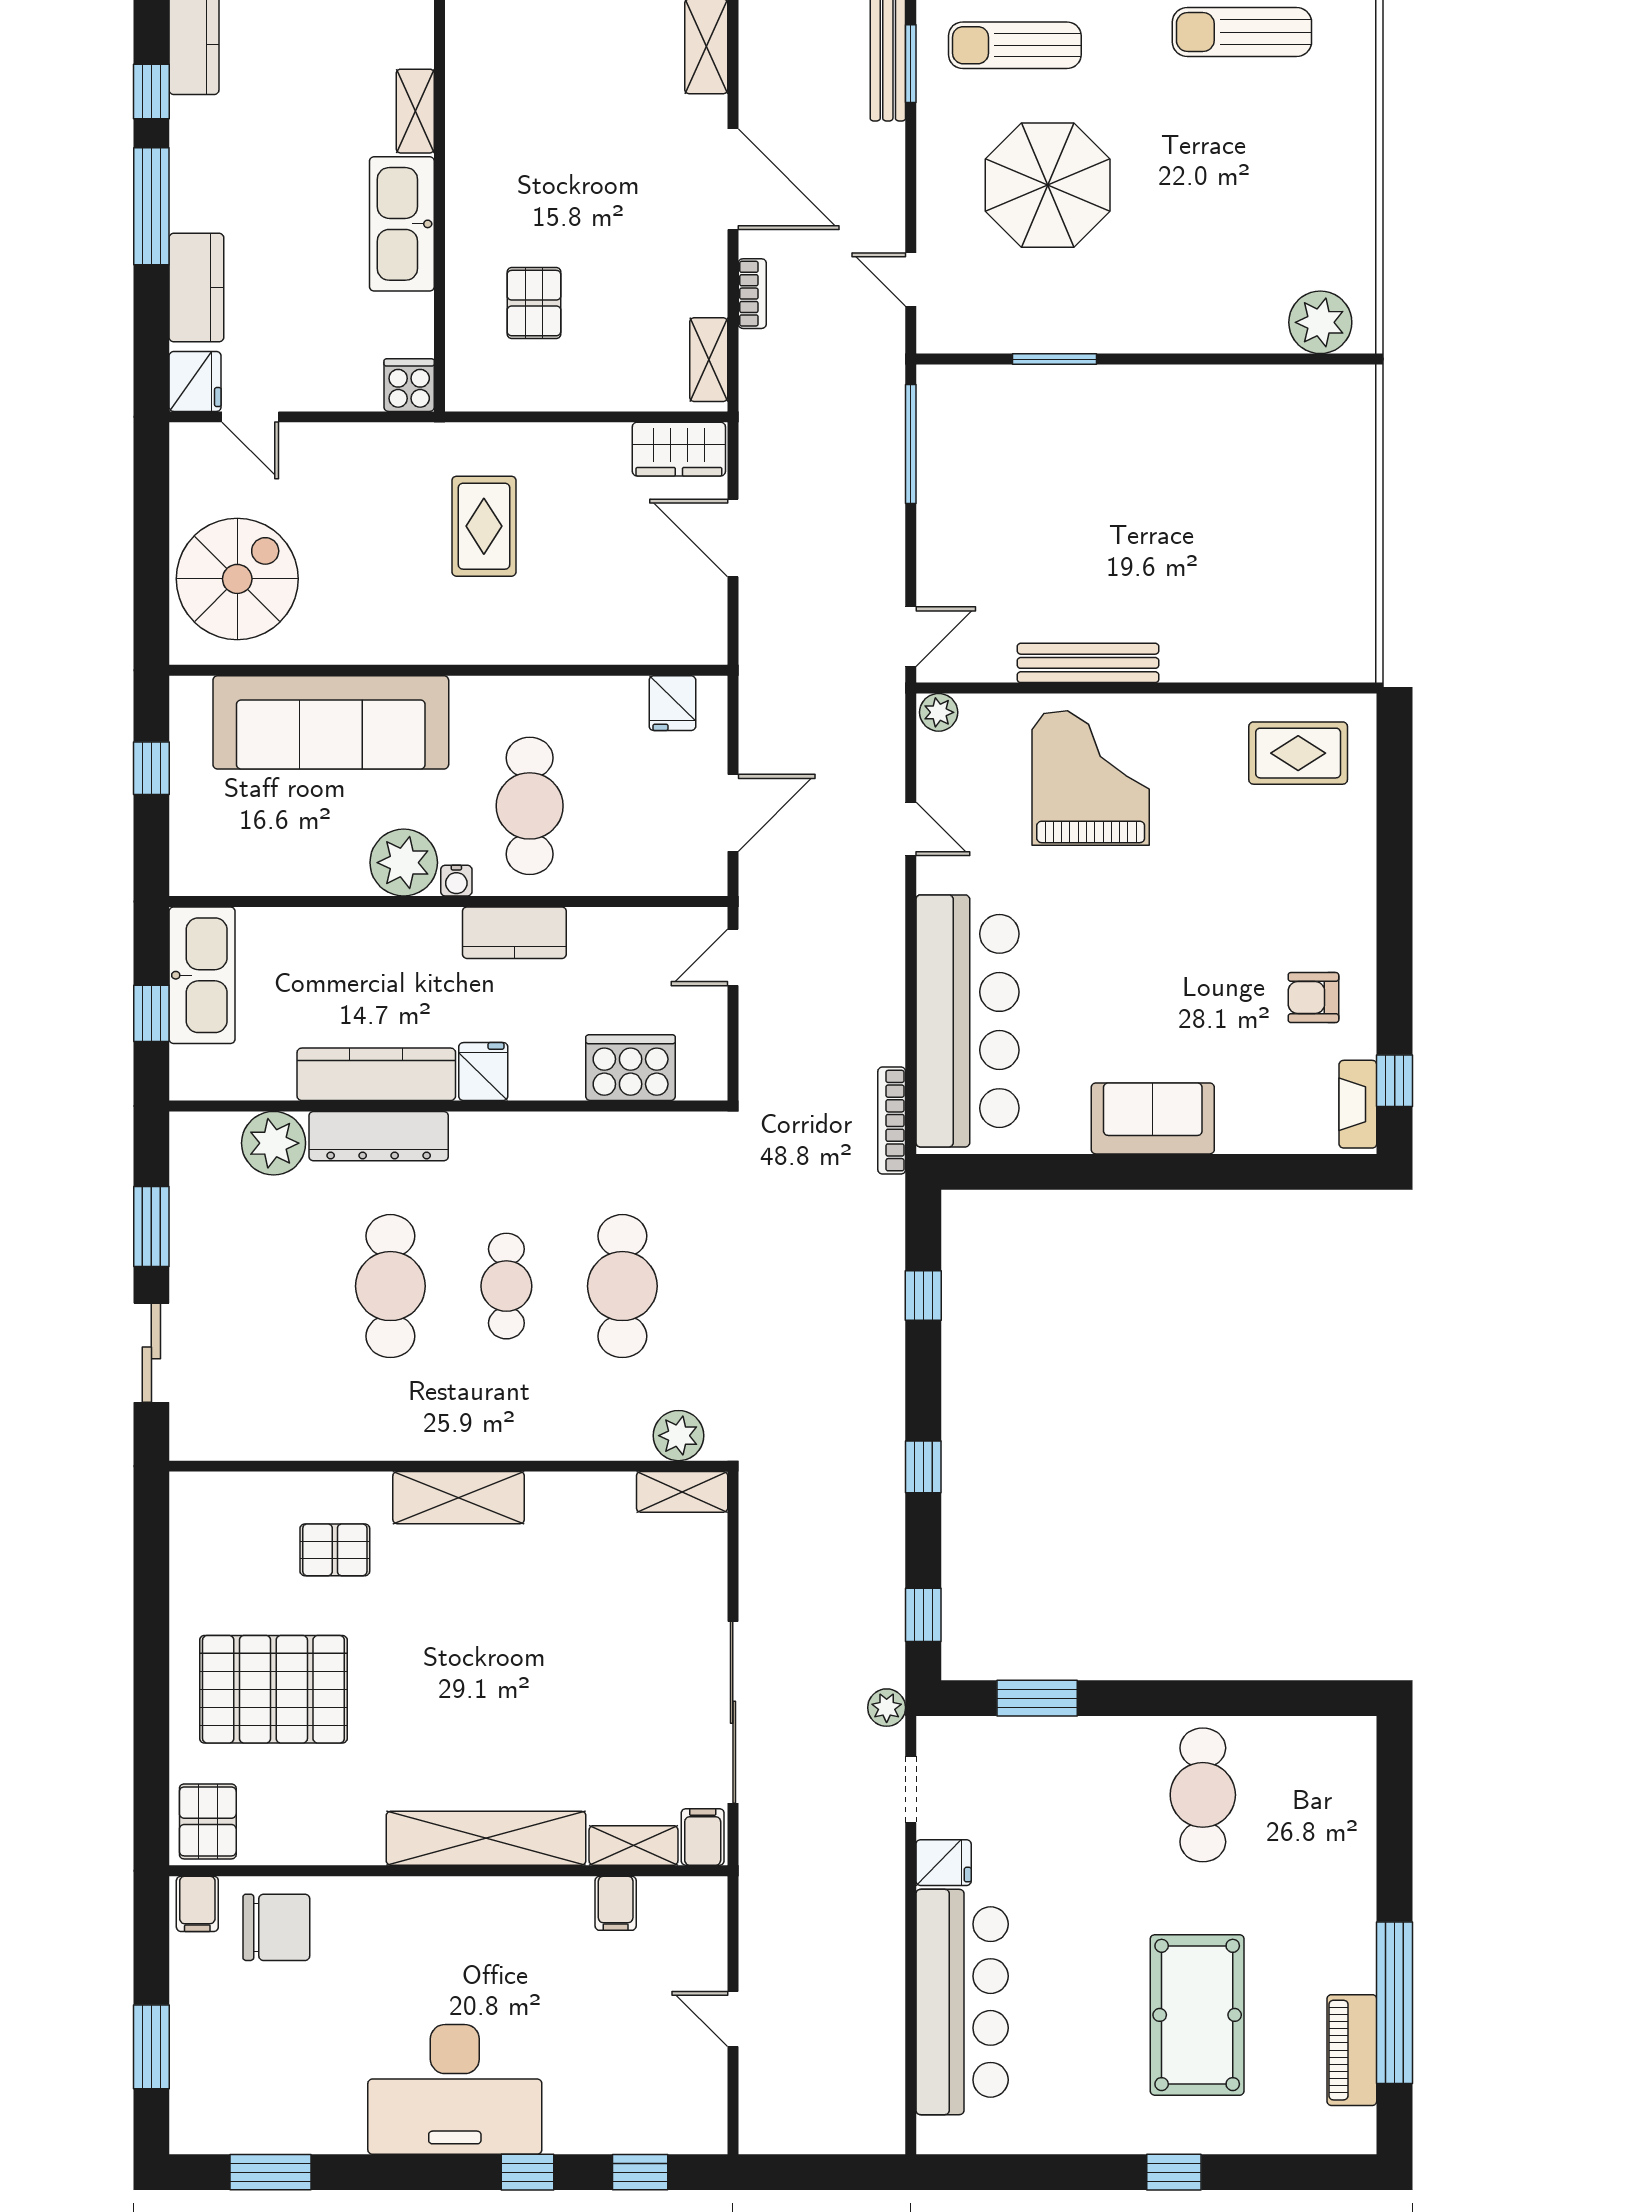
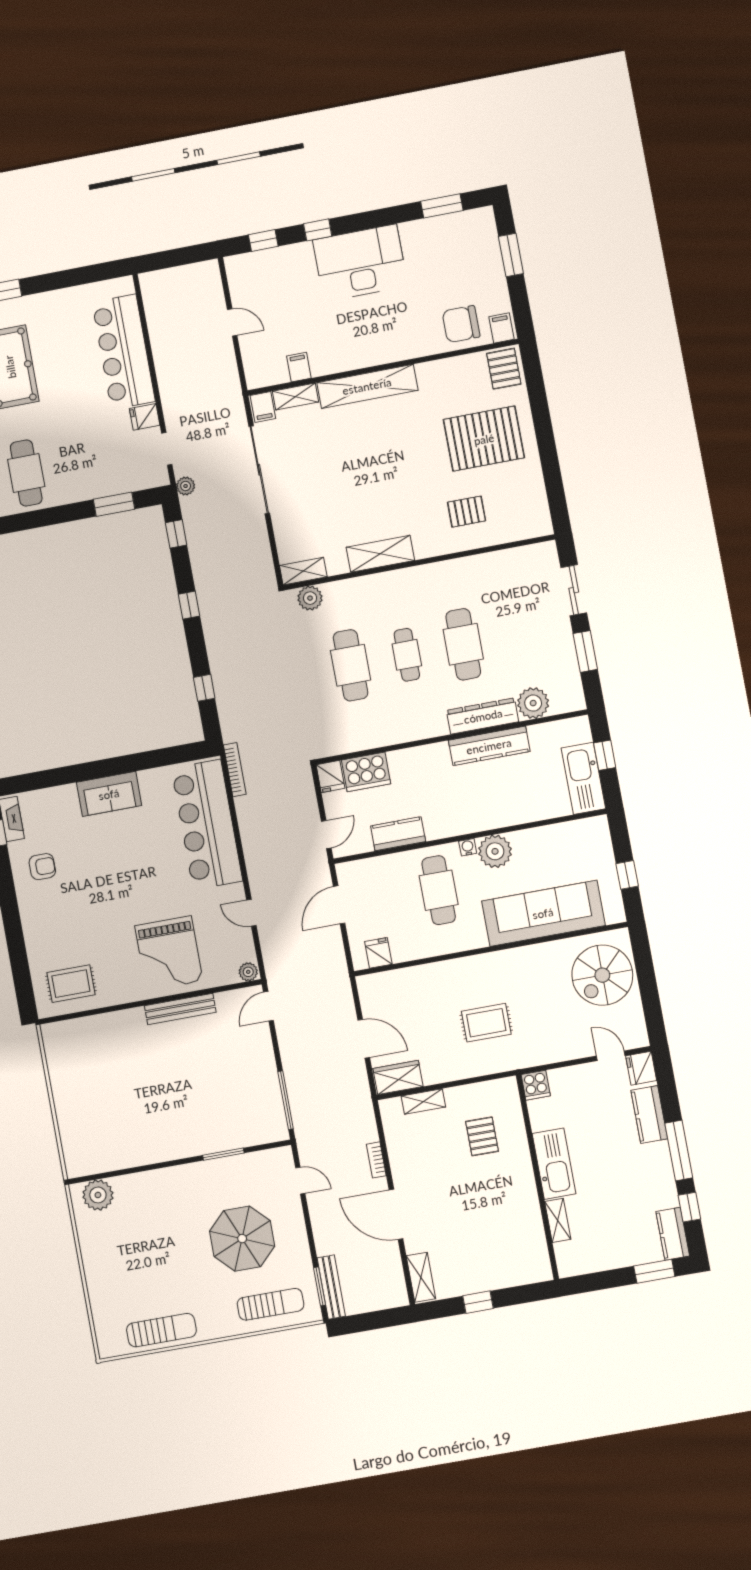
shelving: (709, 360) -> (423, 1101), moved, turned 90
rug: (484, 526) -> (486, 1023), turned 90
kitchen counter: (514, 933) -> (398, 834), moved
fridge: (483, 1072) -> (330, 776), moved
shelving: (459, 1498) -> (380, 554), moved

